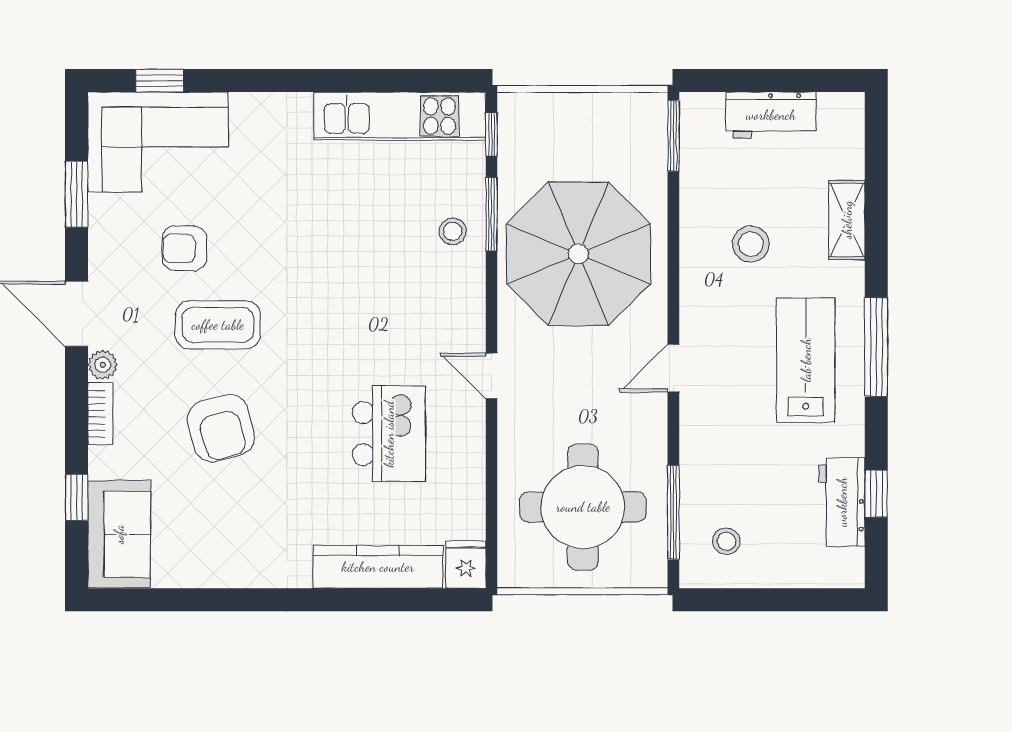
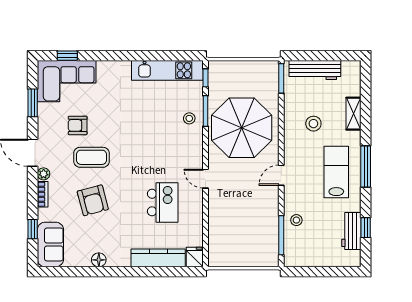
workbench: (771, 115) -> (315, 70), width x1.38
round table: (583, 507) -> (243, 233), removed
stool: (726, 541) -> (296, 220), moved
floor lamp: (235, 571) -> (99, 260), added

